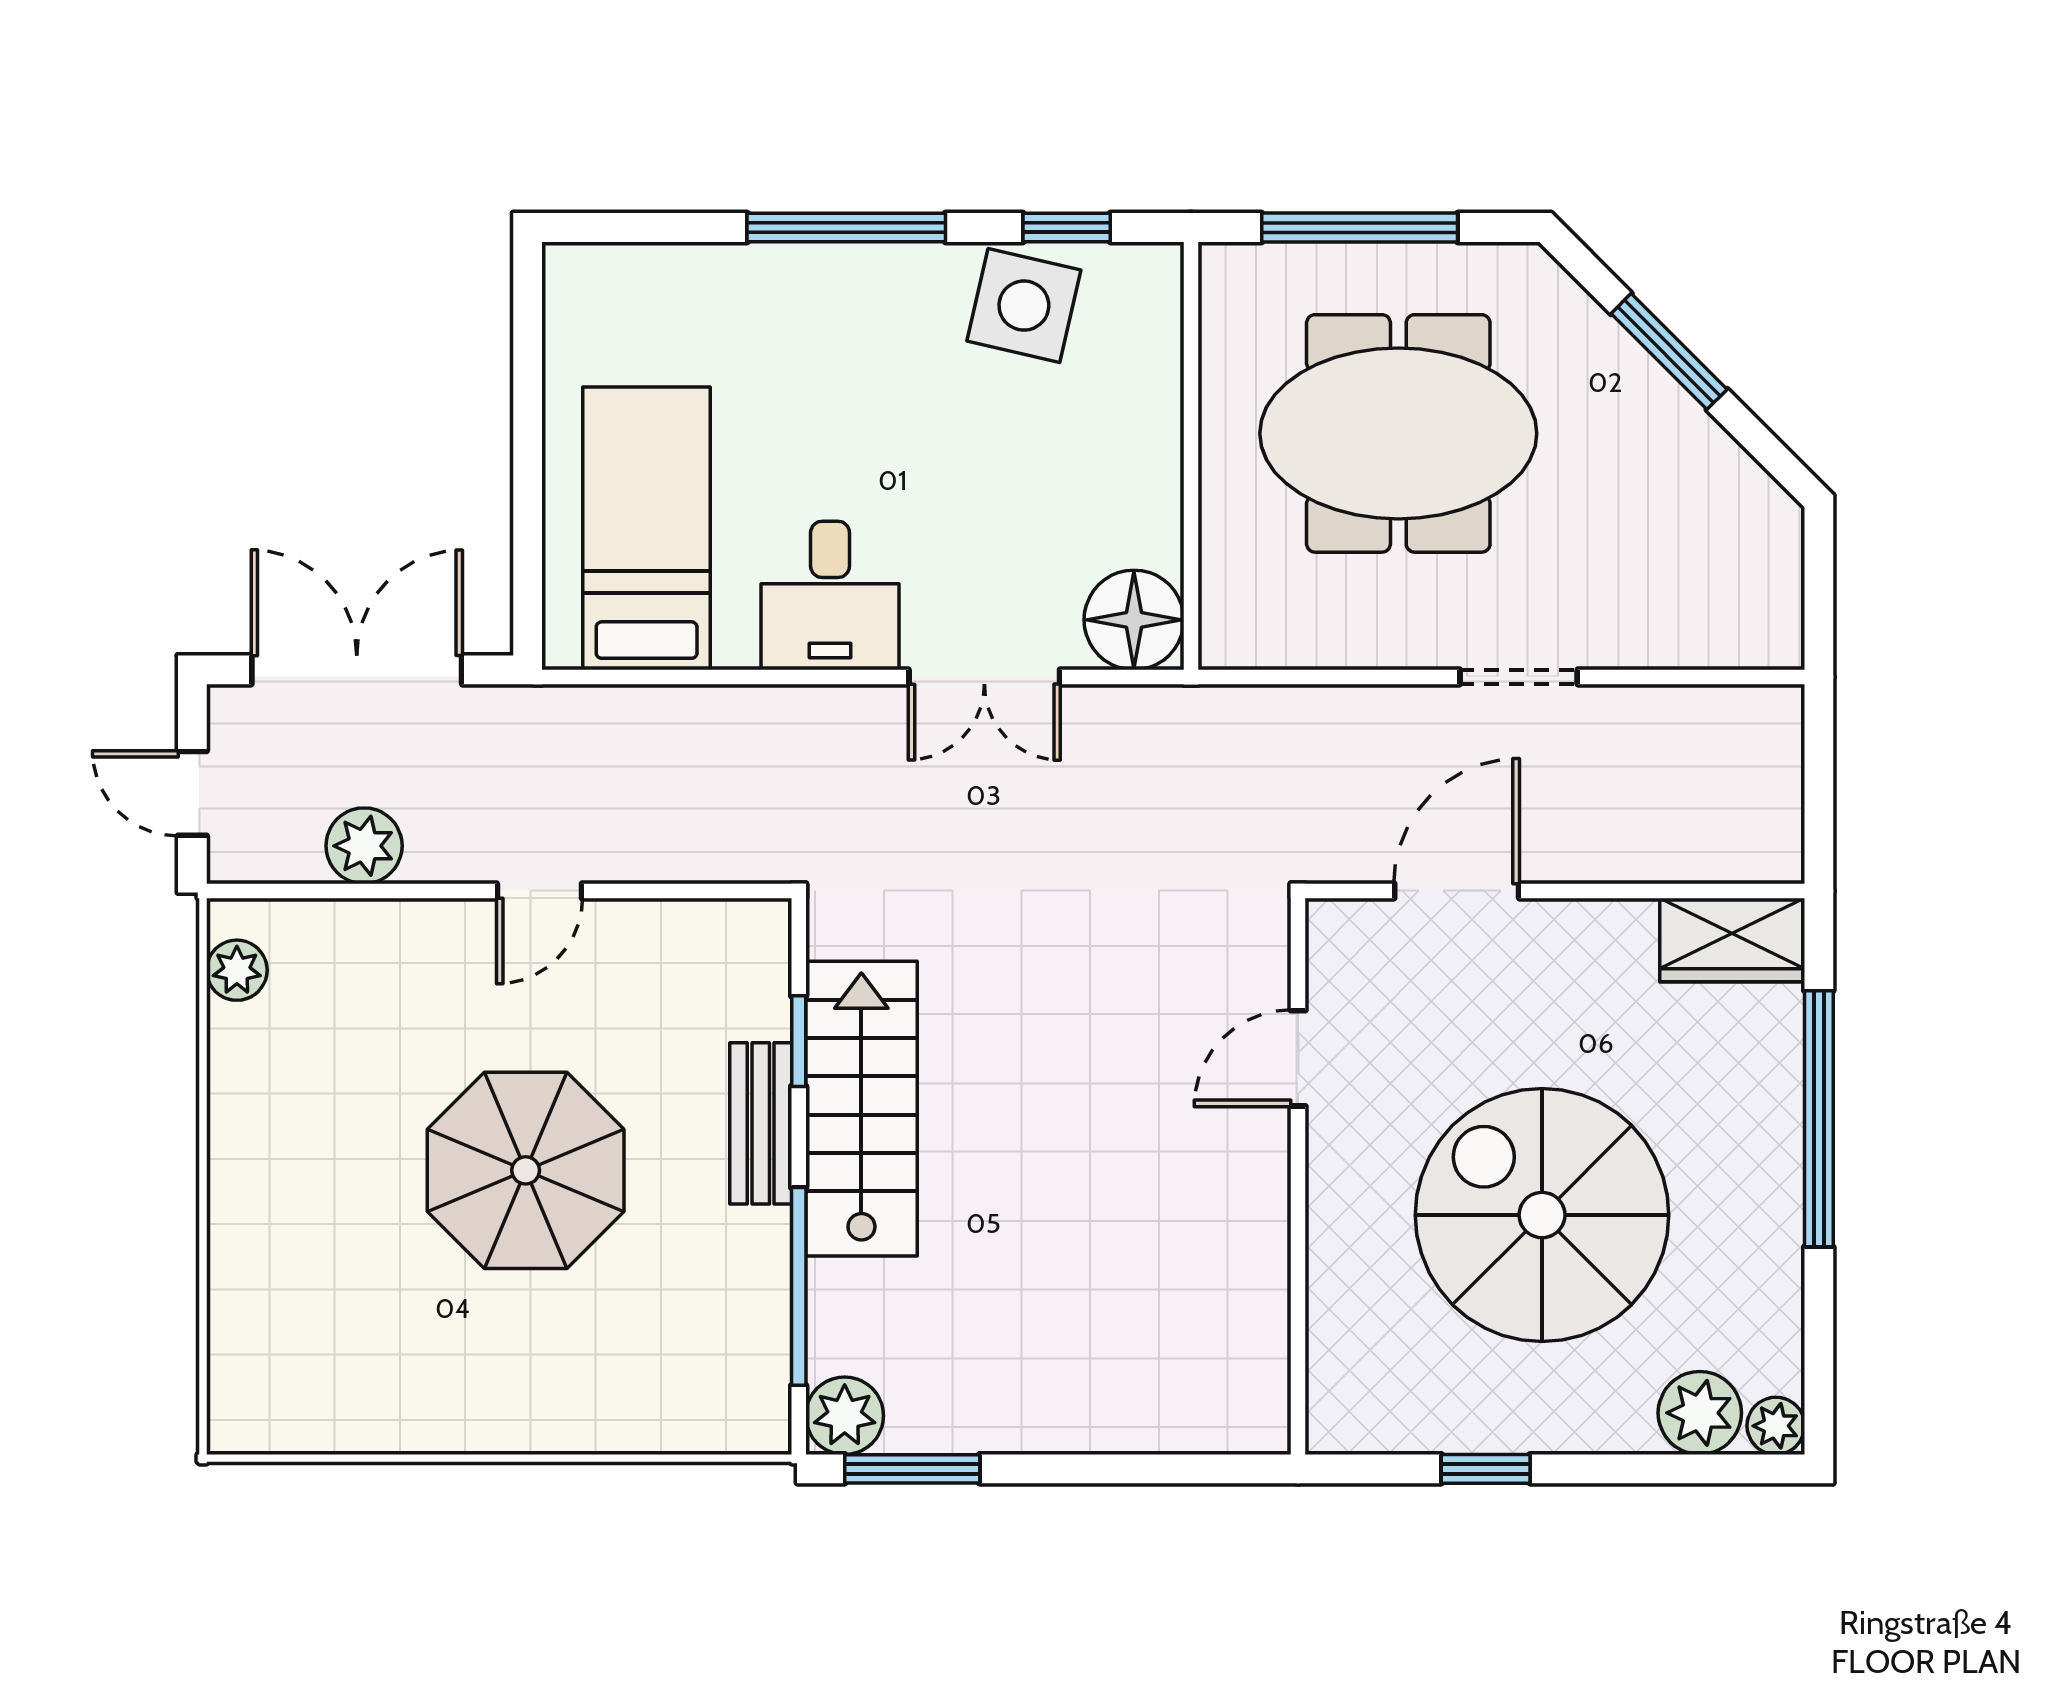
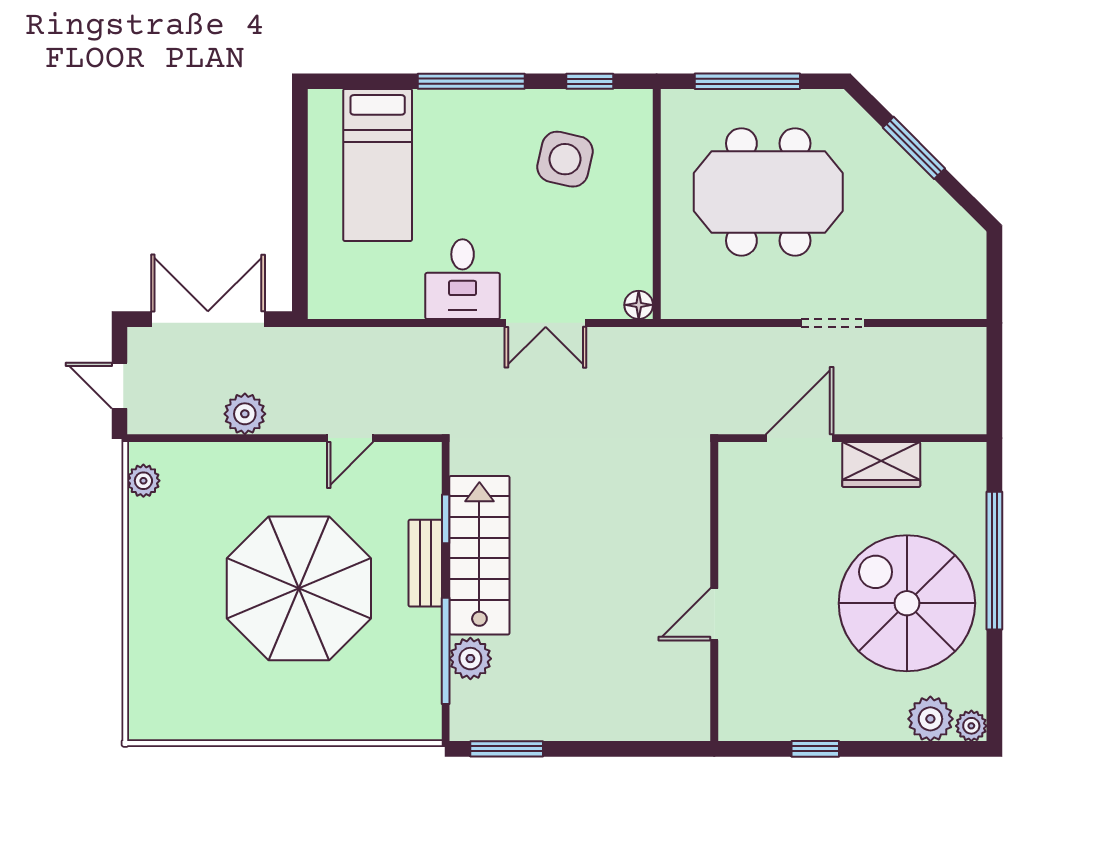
side table: (1024, 306) -> (565, 159), moved
bed: (647, 528) -> (378, 165), moved, turned 180
floor lamp: (1134, 620) -> (639, 305), width x0.53, depth x0.53
plant: (364, 846) -> (245, 414), moved
door: (539, 891) -> (350, 438), moved
wardrobe: (1732, 940) -> (881, 464), moved
door: (1298, 1058) -> (714, 614), moved
parasol: (526, 1170) -> (299, 588), width x1.36, depth x1.36
spiral stairs: (1542, 1215) -> (907, 603), moved
plant: (845, 1416) -> (470, 659), moved

